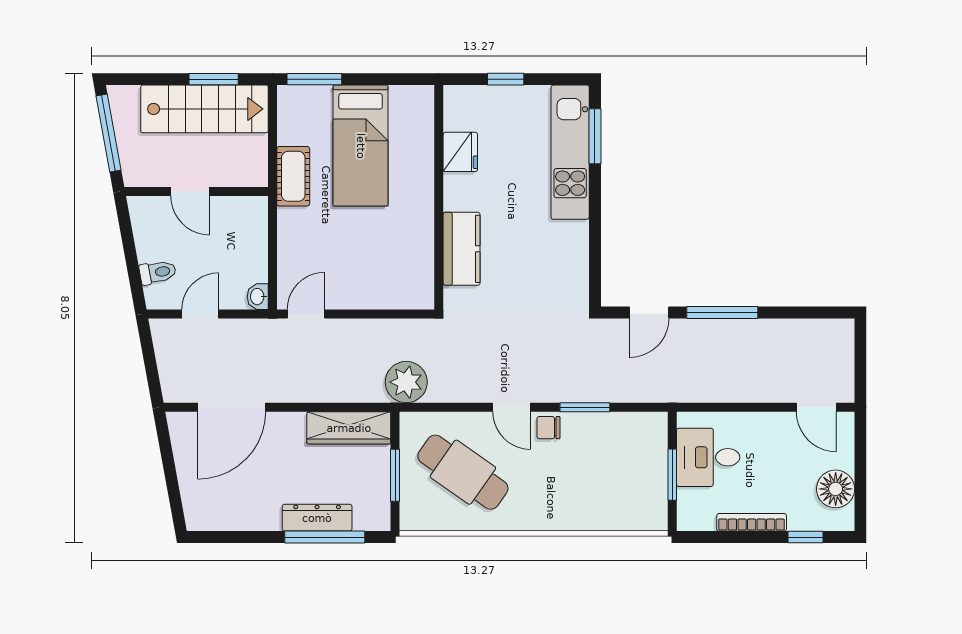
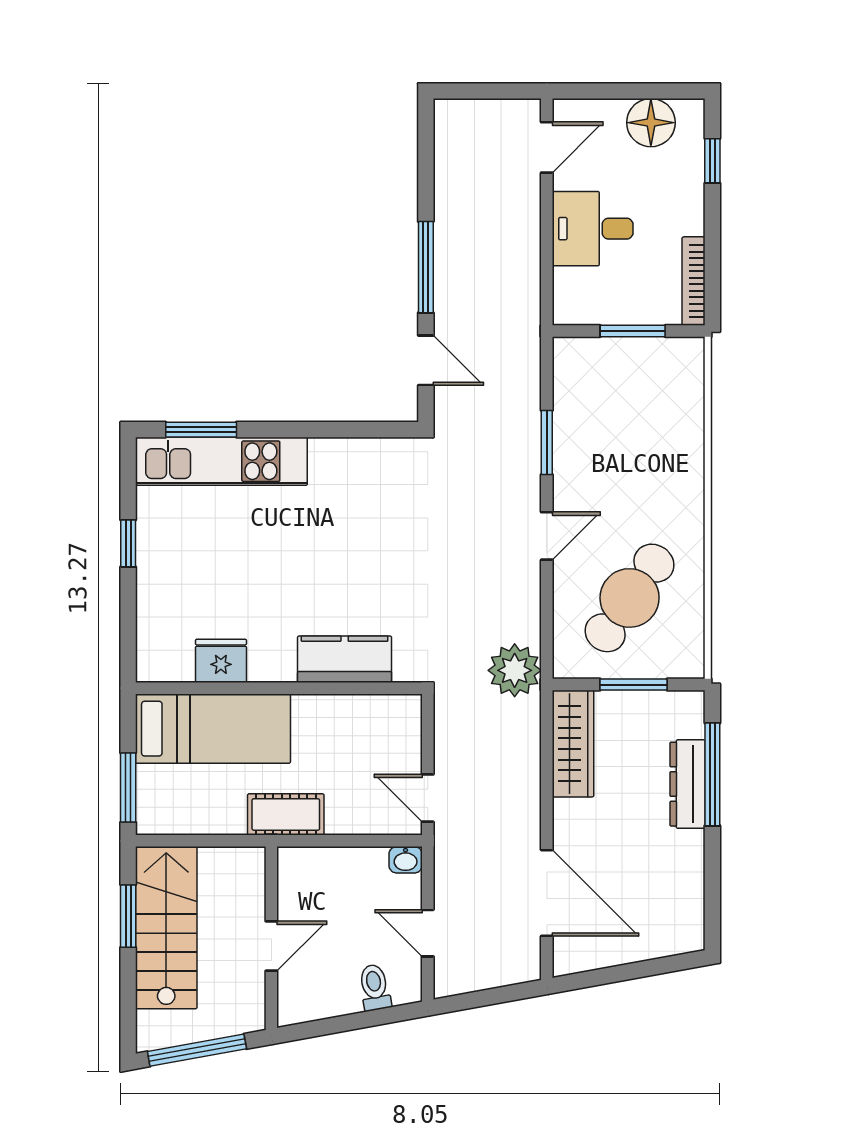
fridge: (460, 152) -> (221, 661), moved
cot: (293, 176) -> (286, 814), moved
wall: (439, 197) -> (279, 688), moved
kitchen counter: (462, 249) -> (345, 659), moved
chair: (549, 428) -> (573, 489), removed
desk: (708, 457) -> (593, 229), moved, turned 90
bookcase: (752, 522) -> (694, 281), moved

